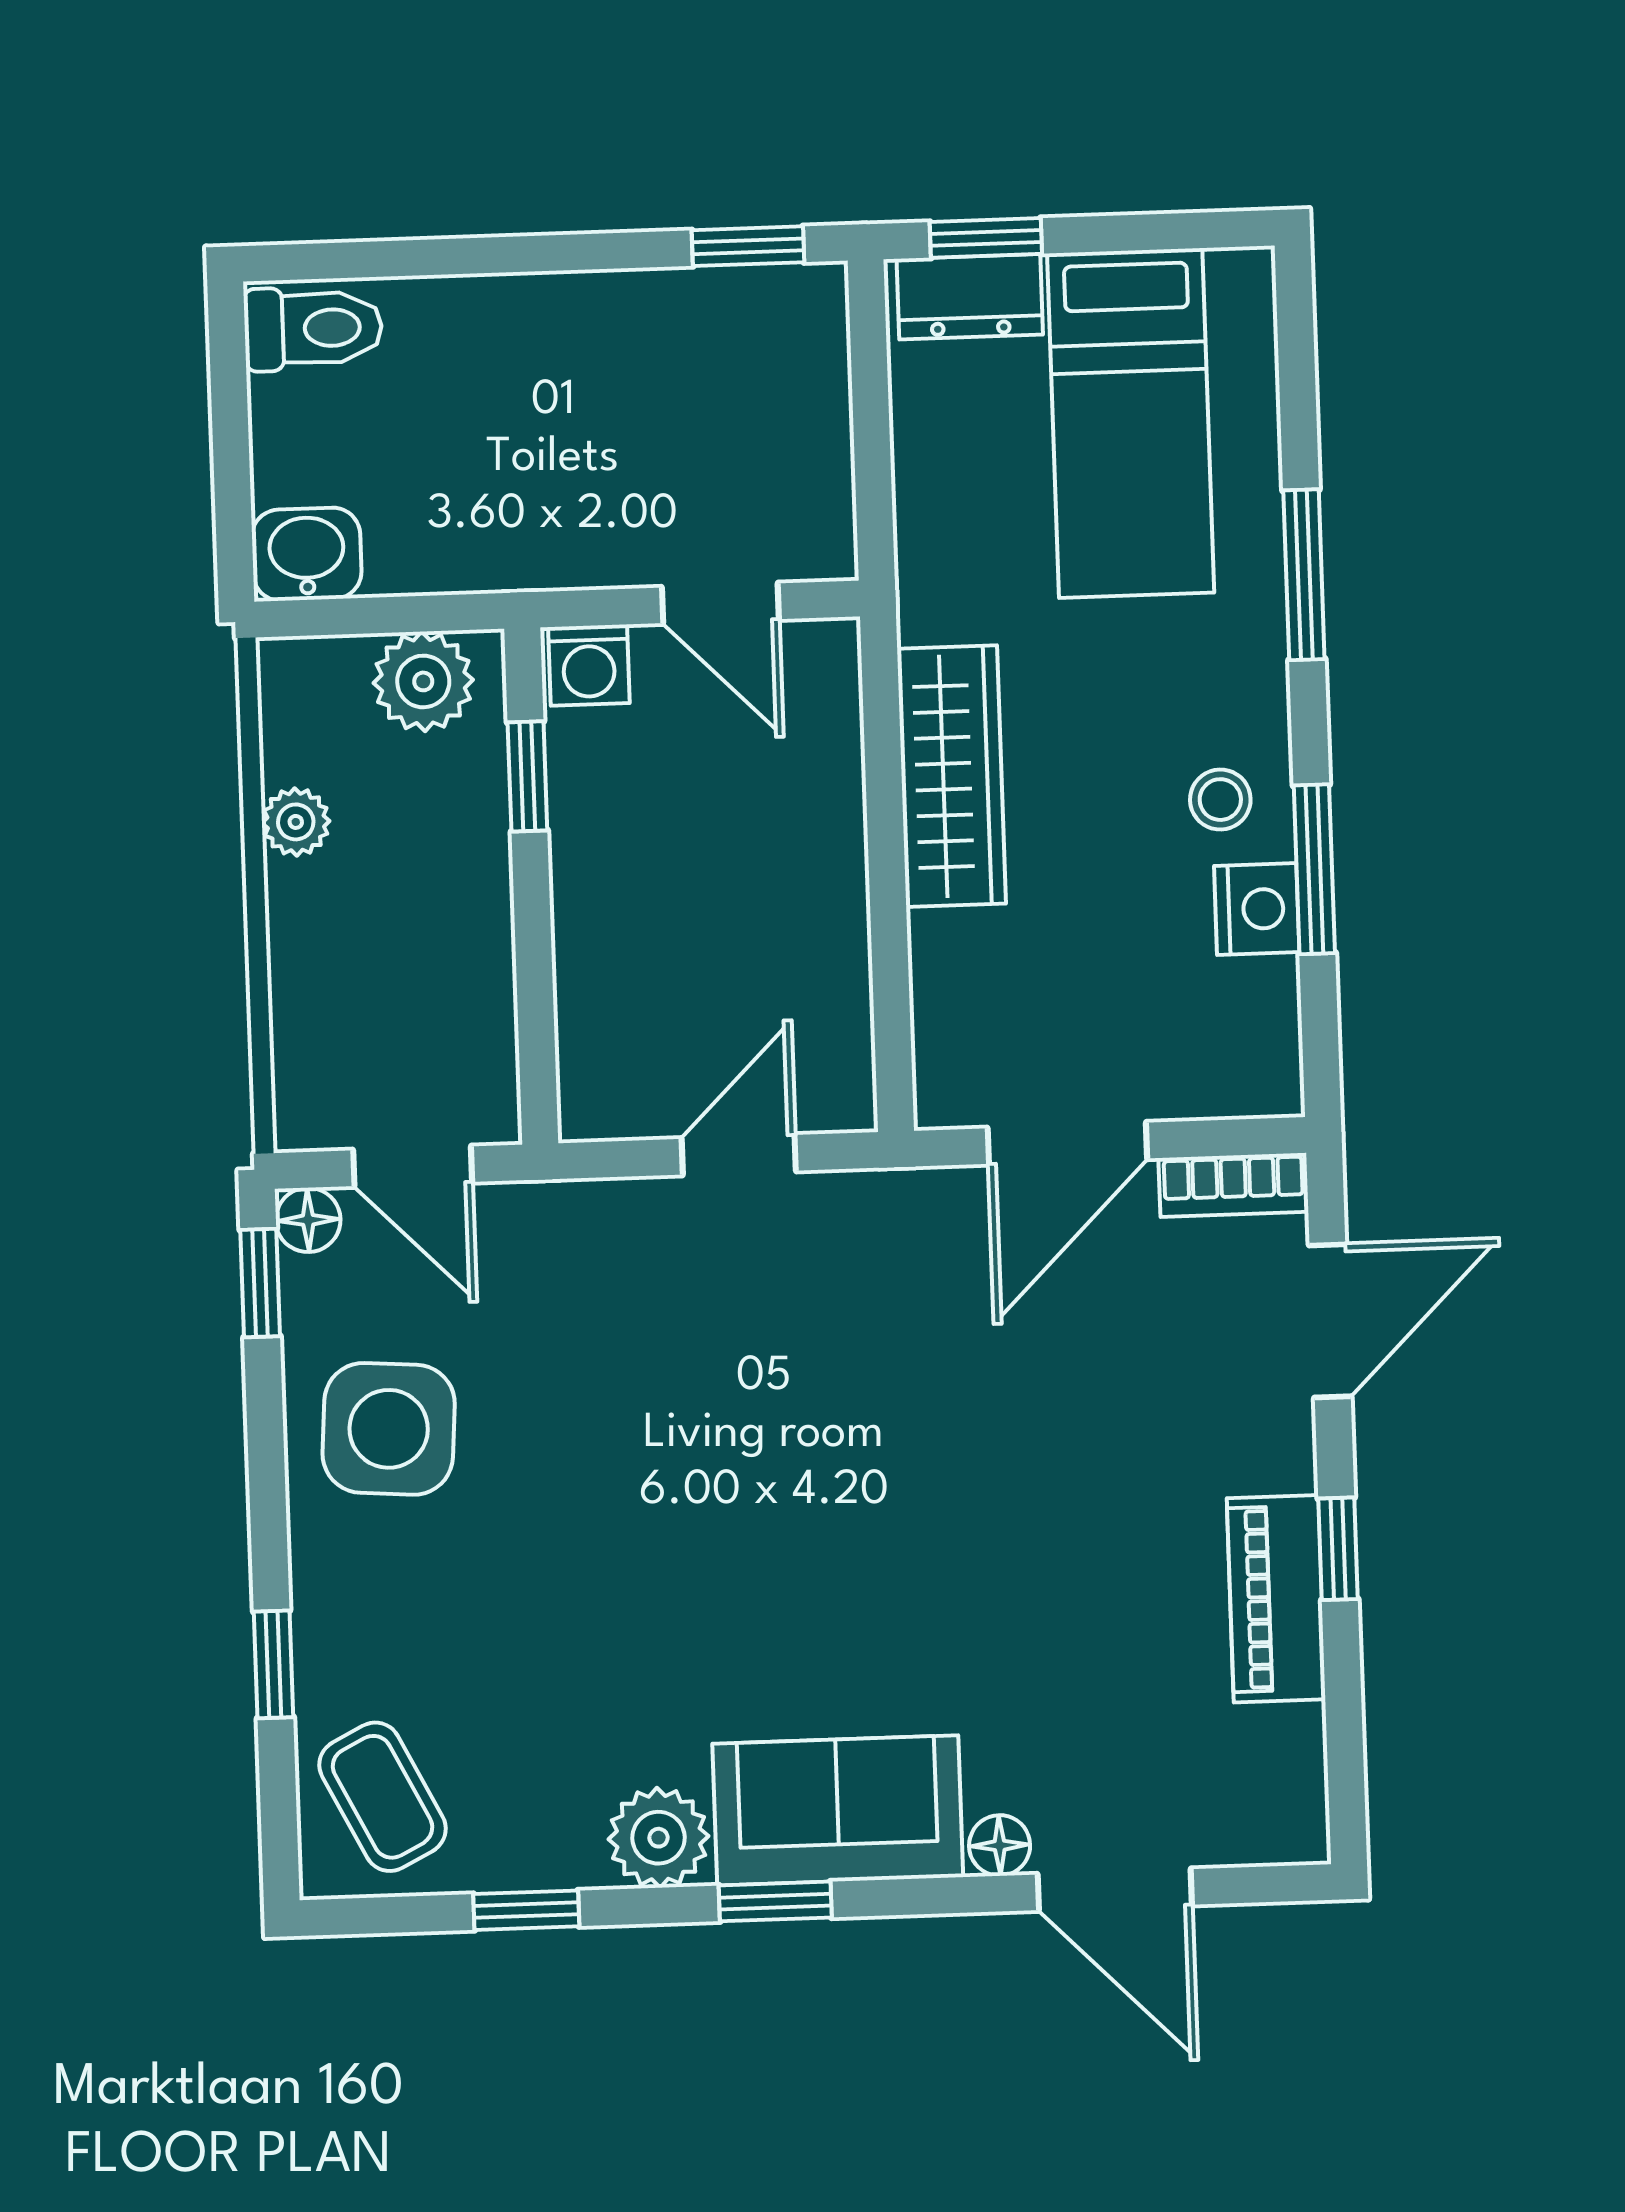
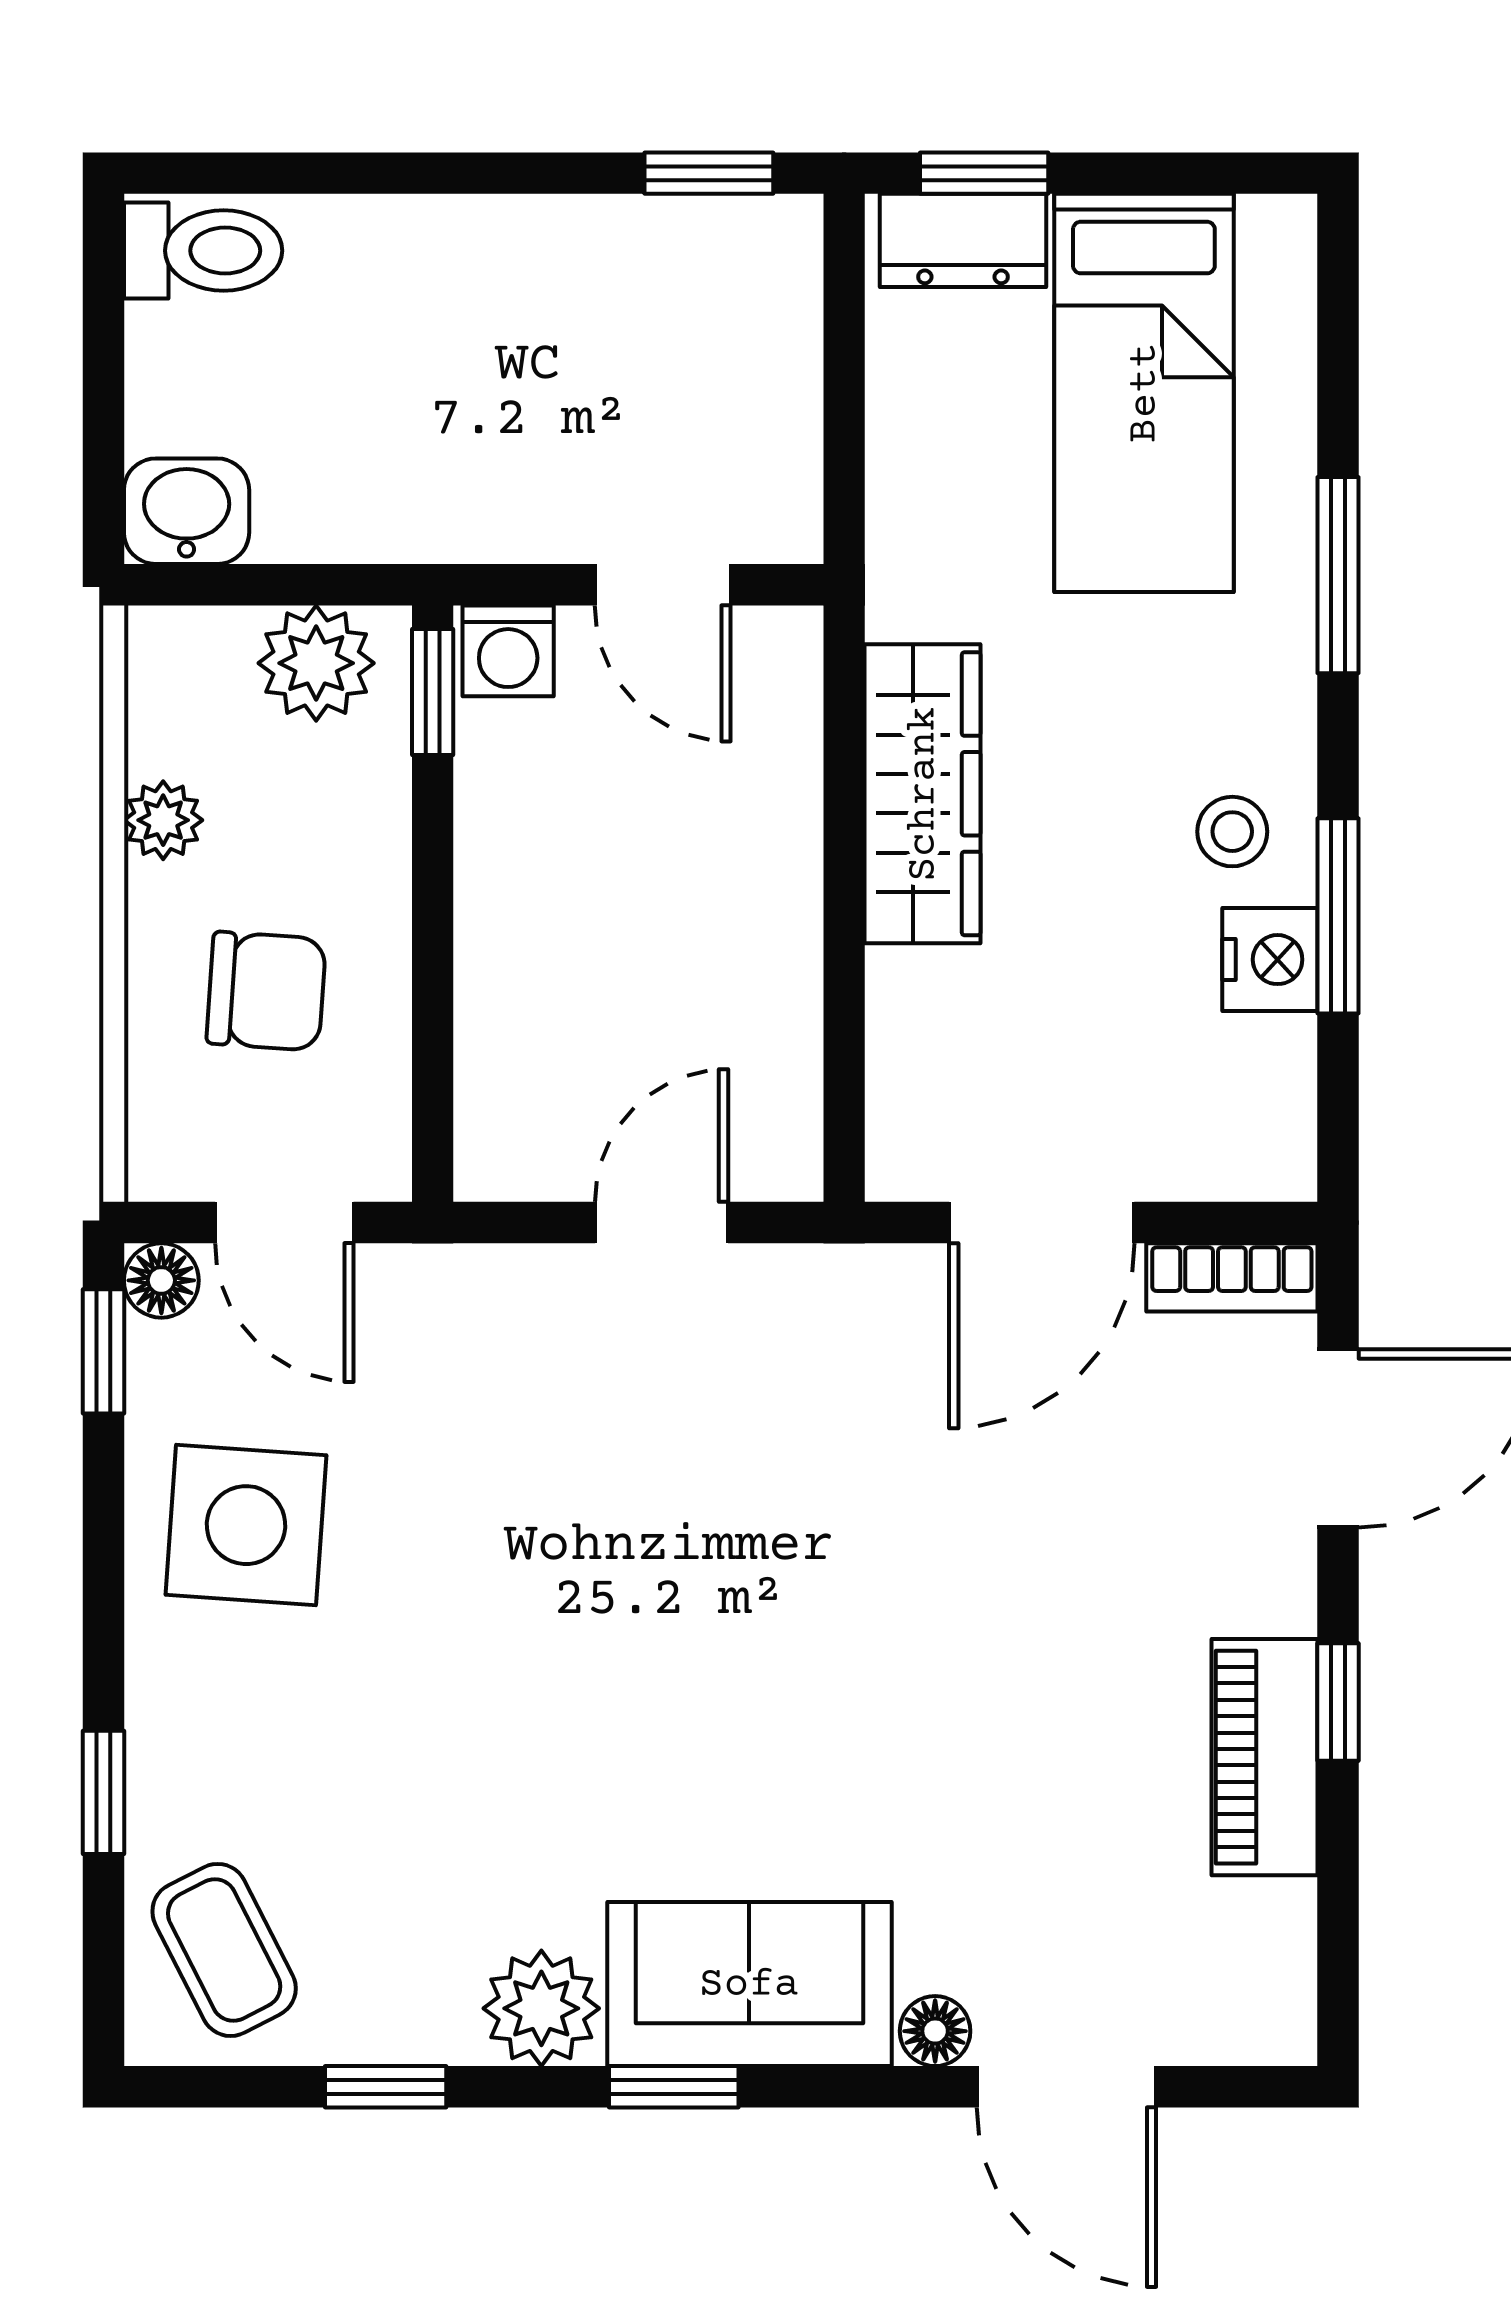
window: (527, 776) -> (433, 692), moved
chair: (390, 967) -> (266, 991), added

